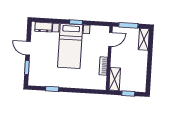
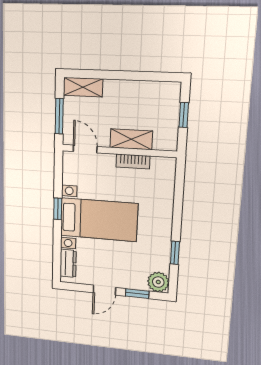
shelving: (115, 79) -> (131, 139), moved
plant: (35, 80) -> (158, 282), added

